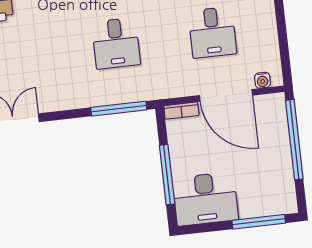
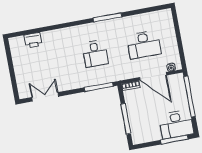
desk: (212, 32) -> (144, 45), width x1.37
desk: (205, 199) -> (176, 124), moved

